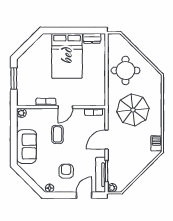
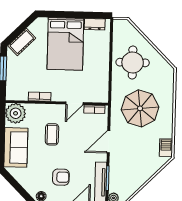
cot: (29, 55) -> (22, 42), added
door: (65, 107) -> (74, 103), moved
plant: (21, 113) -> (16, 113), width x1.88, depth x1.88
armchair: (66, 171) -> (61, 177), turned 90

